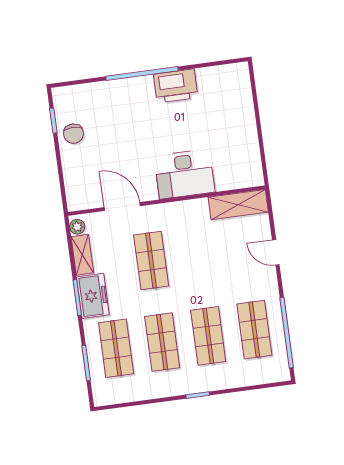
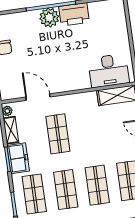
plant: (139, 90) -> (49, 18), added
desk: (184, 174) -> (109, 71), moved

